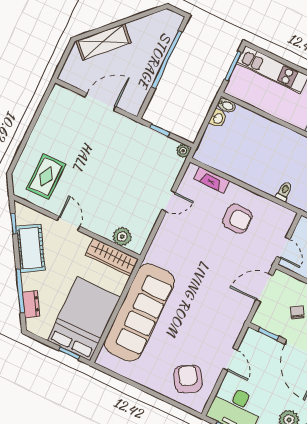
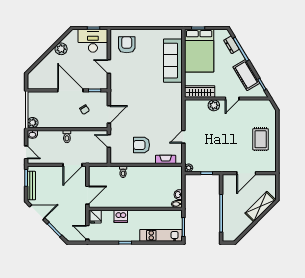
rug: (46, 177) -> (261, 139), moved
door: (69, 224) -> (232, 98), hinge flipped
plant: (122, 237) -> (214, 105), moved
sofa: (139, 312) -> (173, 61), width x0.74, depth x0.79
armchair: (188, 379) -> (127, 45), turned -149

